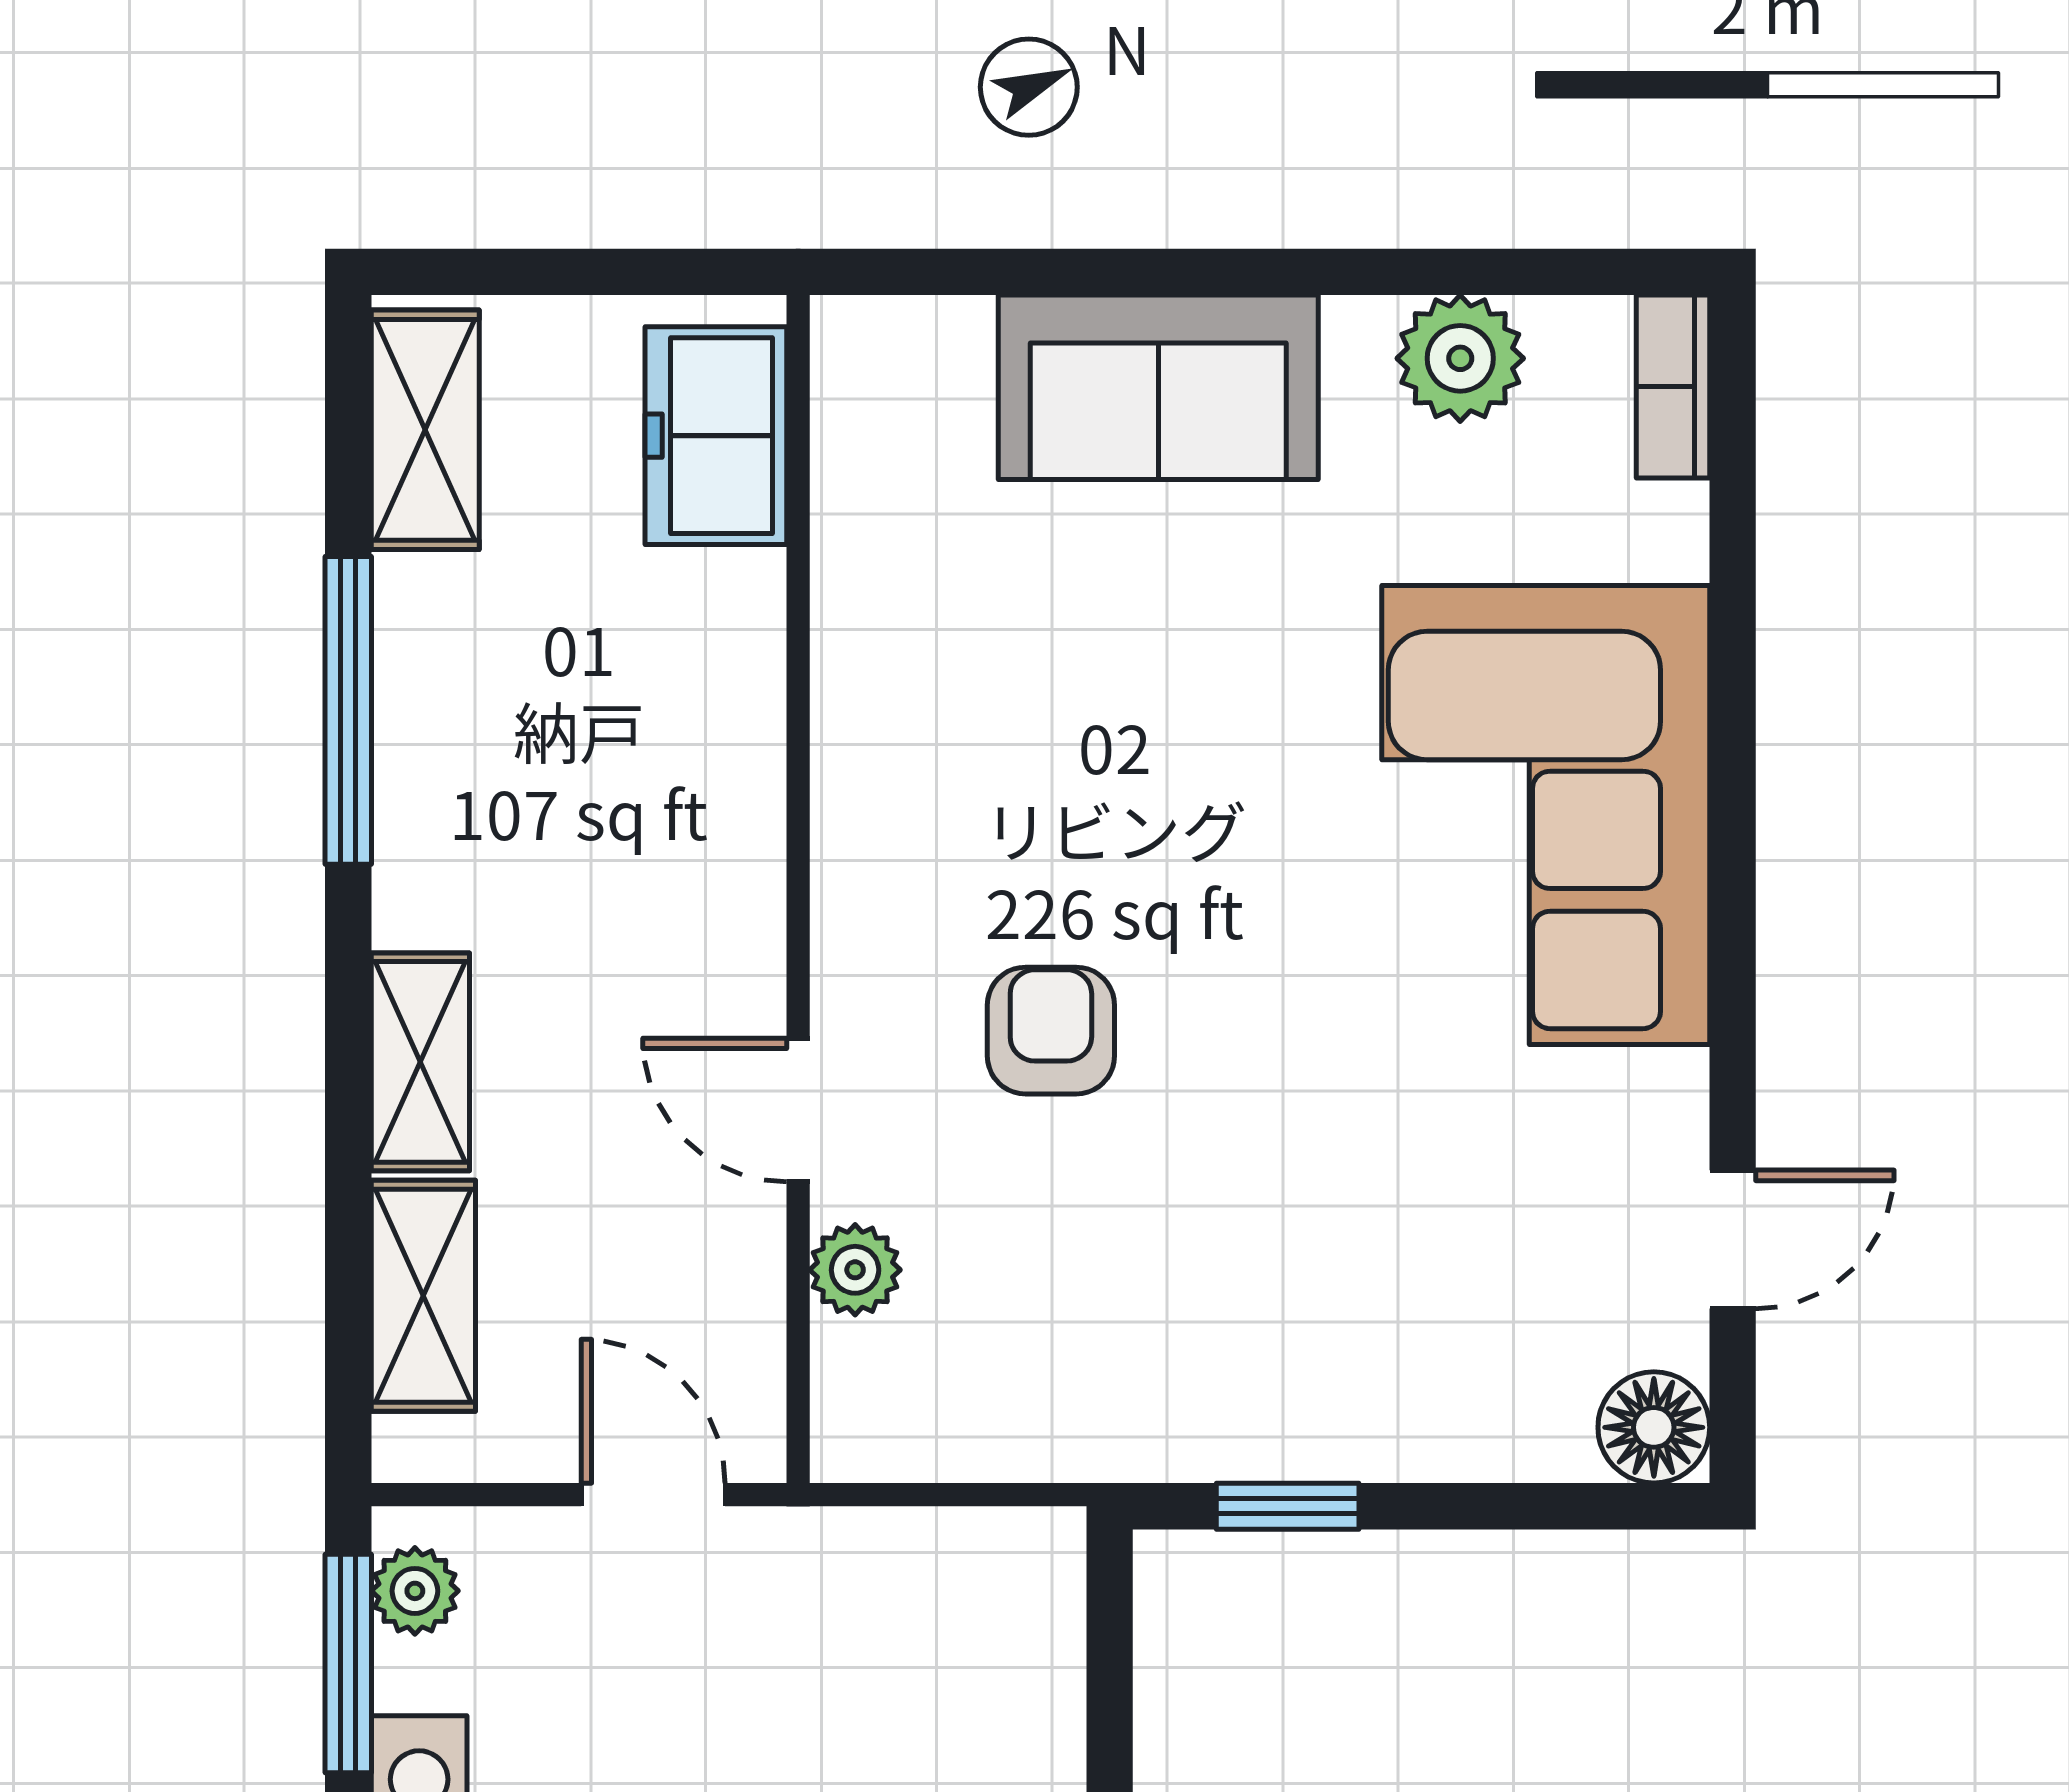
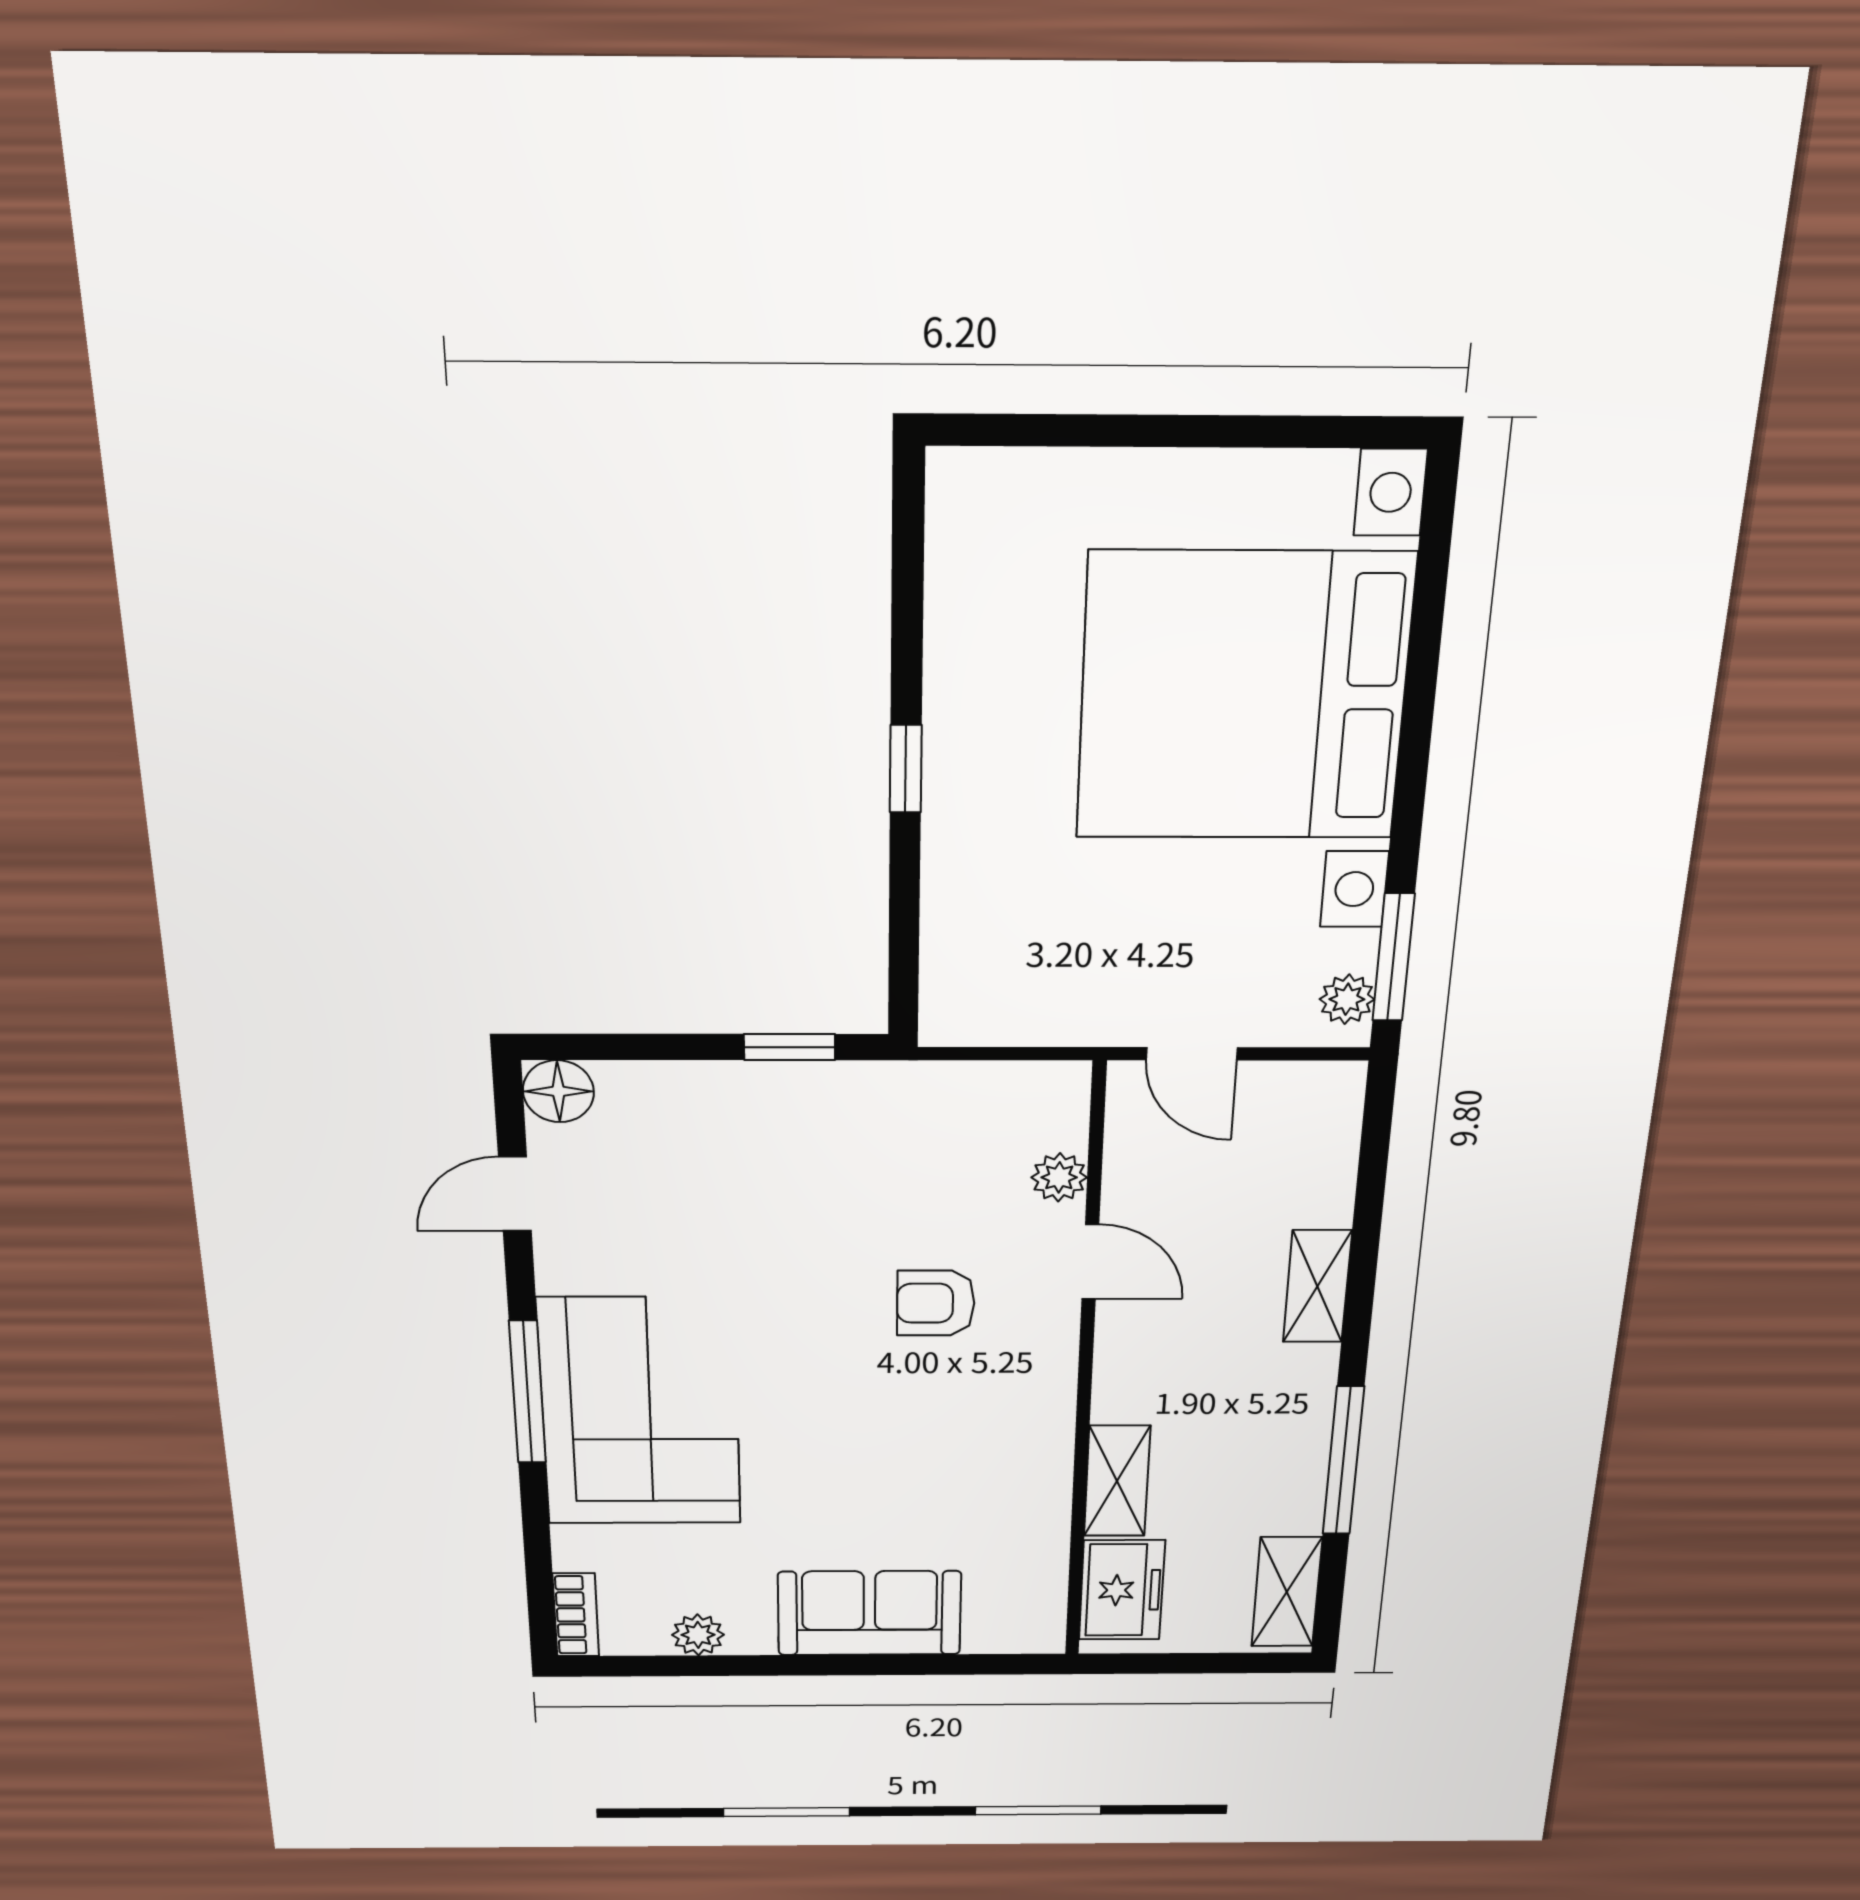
plant: (1460, 358) -> (698, 1635), width x0.73, depth x0.73
window: (1733, 856) -> (527, 1392), added
armchair: (1051, 1031) -> (936, 1303), turned 90
shelving: (423, 1296) -> (1117, 1481), moved

